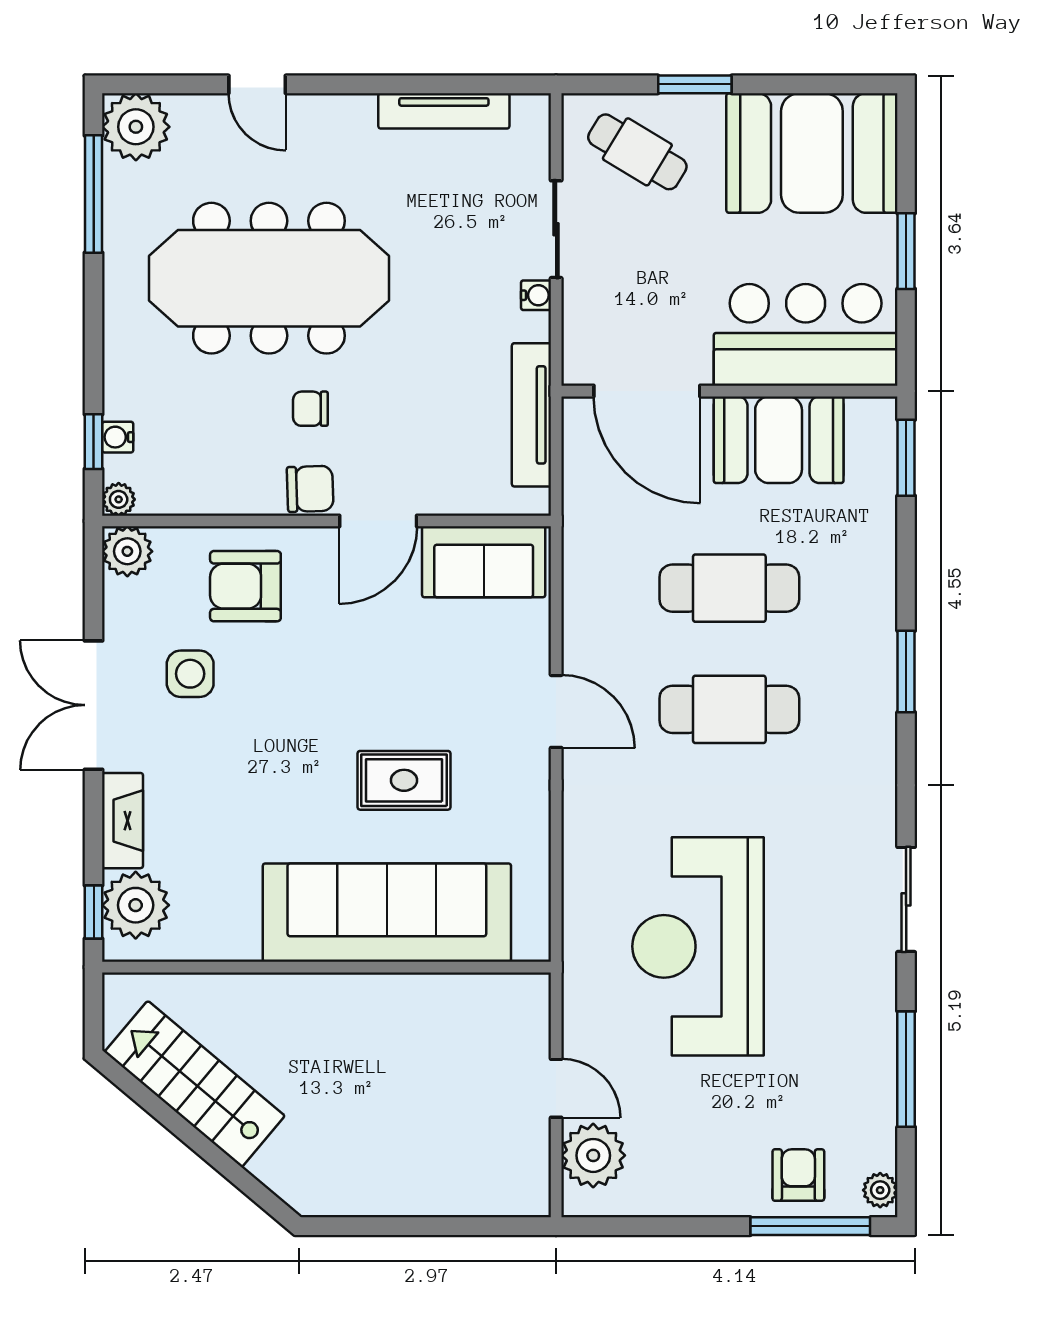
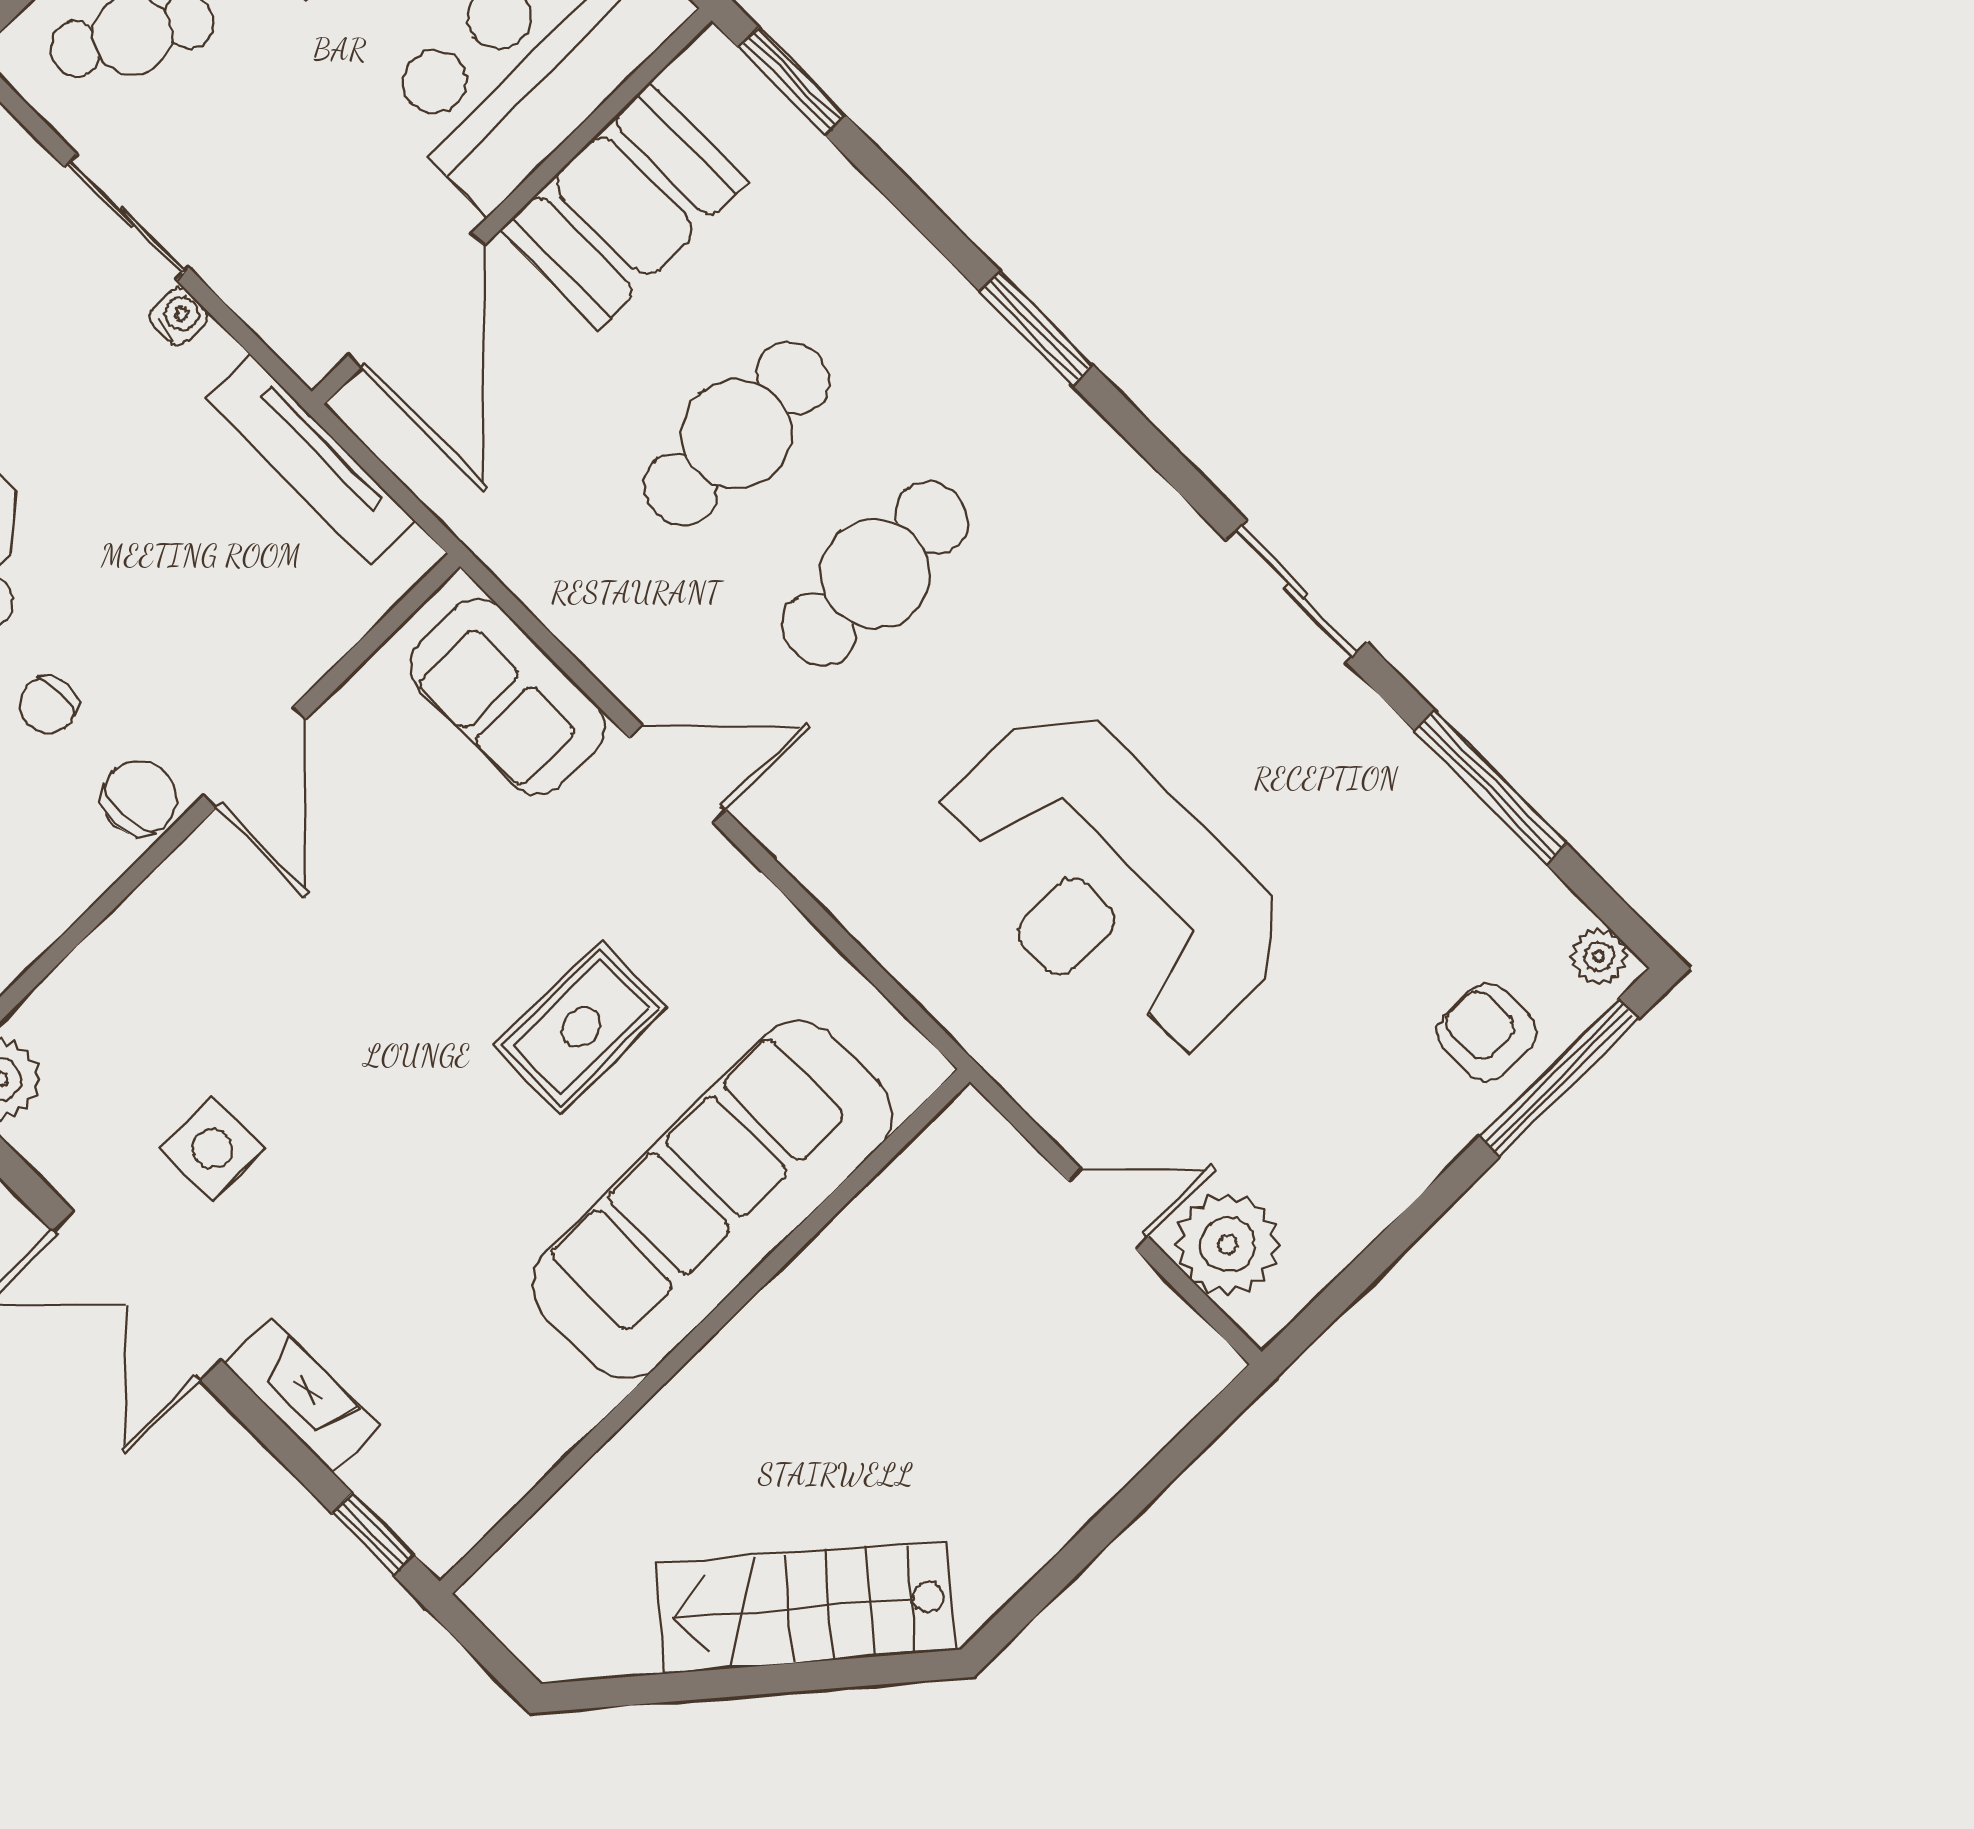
door: (647, 391) -> (416, 300), hinge flipped
sofa: (484, 562) -> (508, 697), moved, turned 90
armchair: (245, 586) -> (176, 984), removed
plant: (136, 905) -> (414, 1478), removed
stairs: (195, 1084) -> (806, 1607), moved

